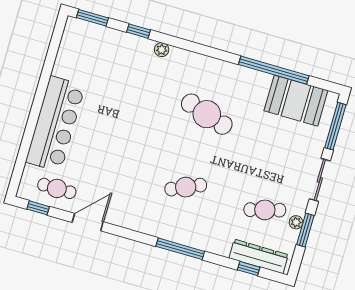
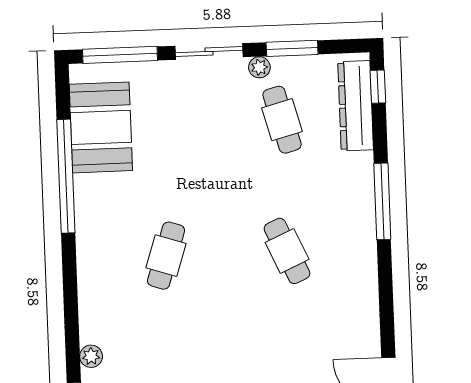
cafe table: (207, 114) -> (166, 256), width x0.73, depth x0.74
plant: (296, 222) -> (259, 67), moved
window: (180, 249) -> (382, 201), moved
window: (249, 269) -> (378, 87), moved

